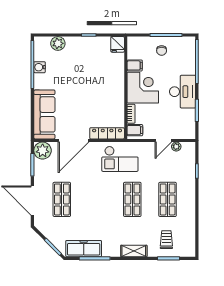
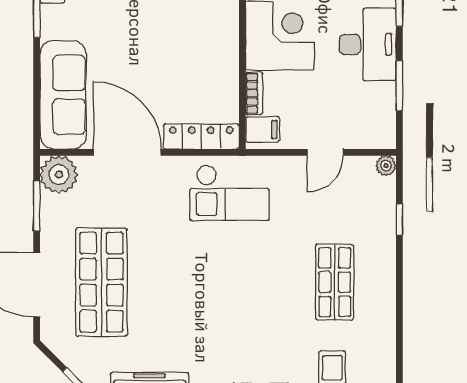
door: (74, 141) -> (127, 152), swing flipped
plant: (176, 147) -> (386, 166), moved
shop shelf: (62, 199) -> (101, 282), width x1.43, depth x1.36
shop shelf: (132, 199) -> (257, 282), removed

